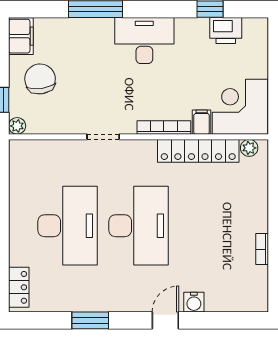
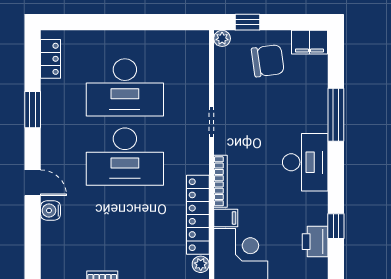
locker: (19, 287) -> (51, 59), moved, turned -90

